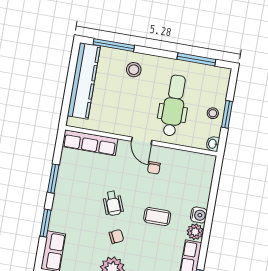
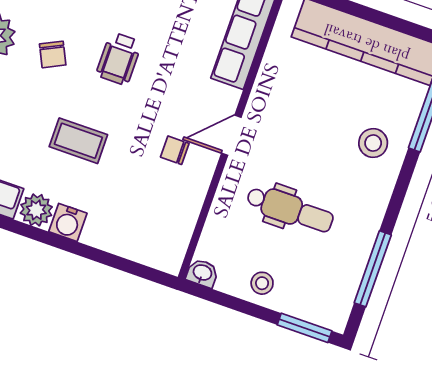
dental chair: (174, 106) -> (290, 209), width x0.73, depth x0.72
window: (227, 114) -> (305, 328), moved
wheelchair: (113, 203) -> (119, 59), turned -69
coffee table: (157, 217) -> (78, 141), turned 90

